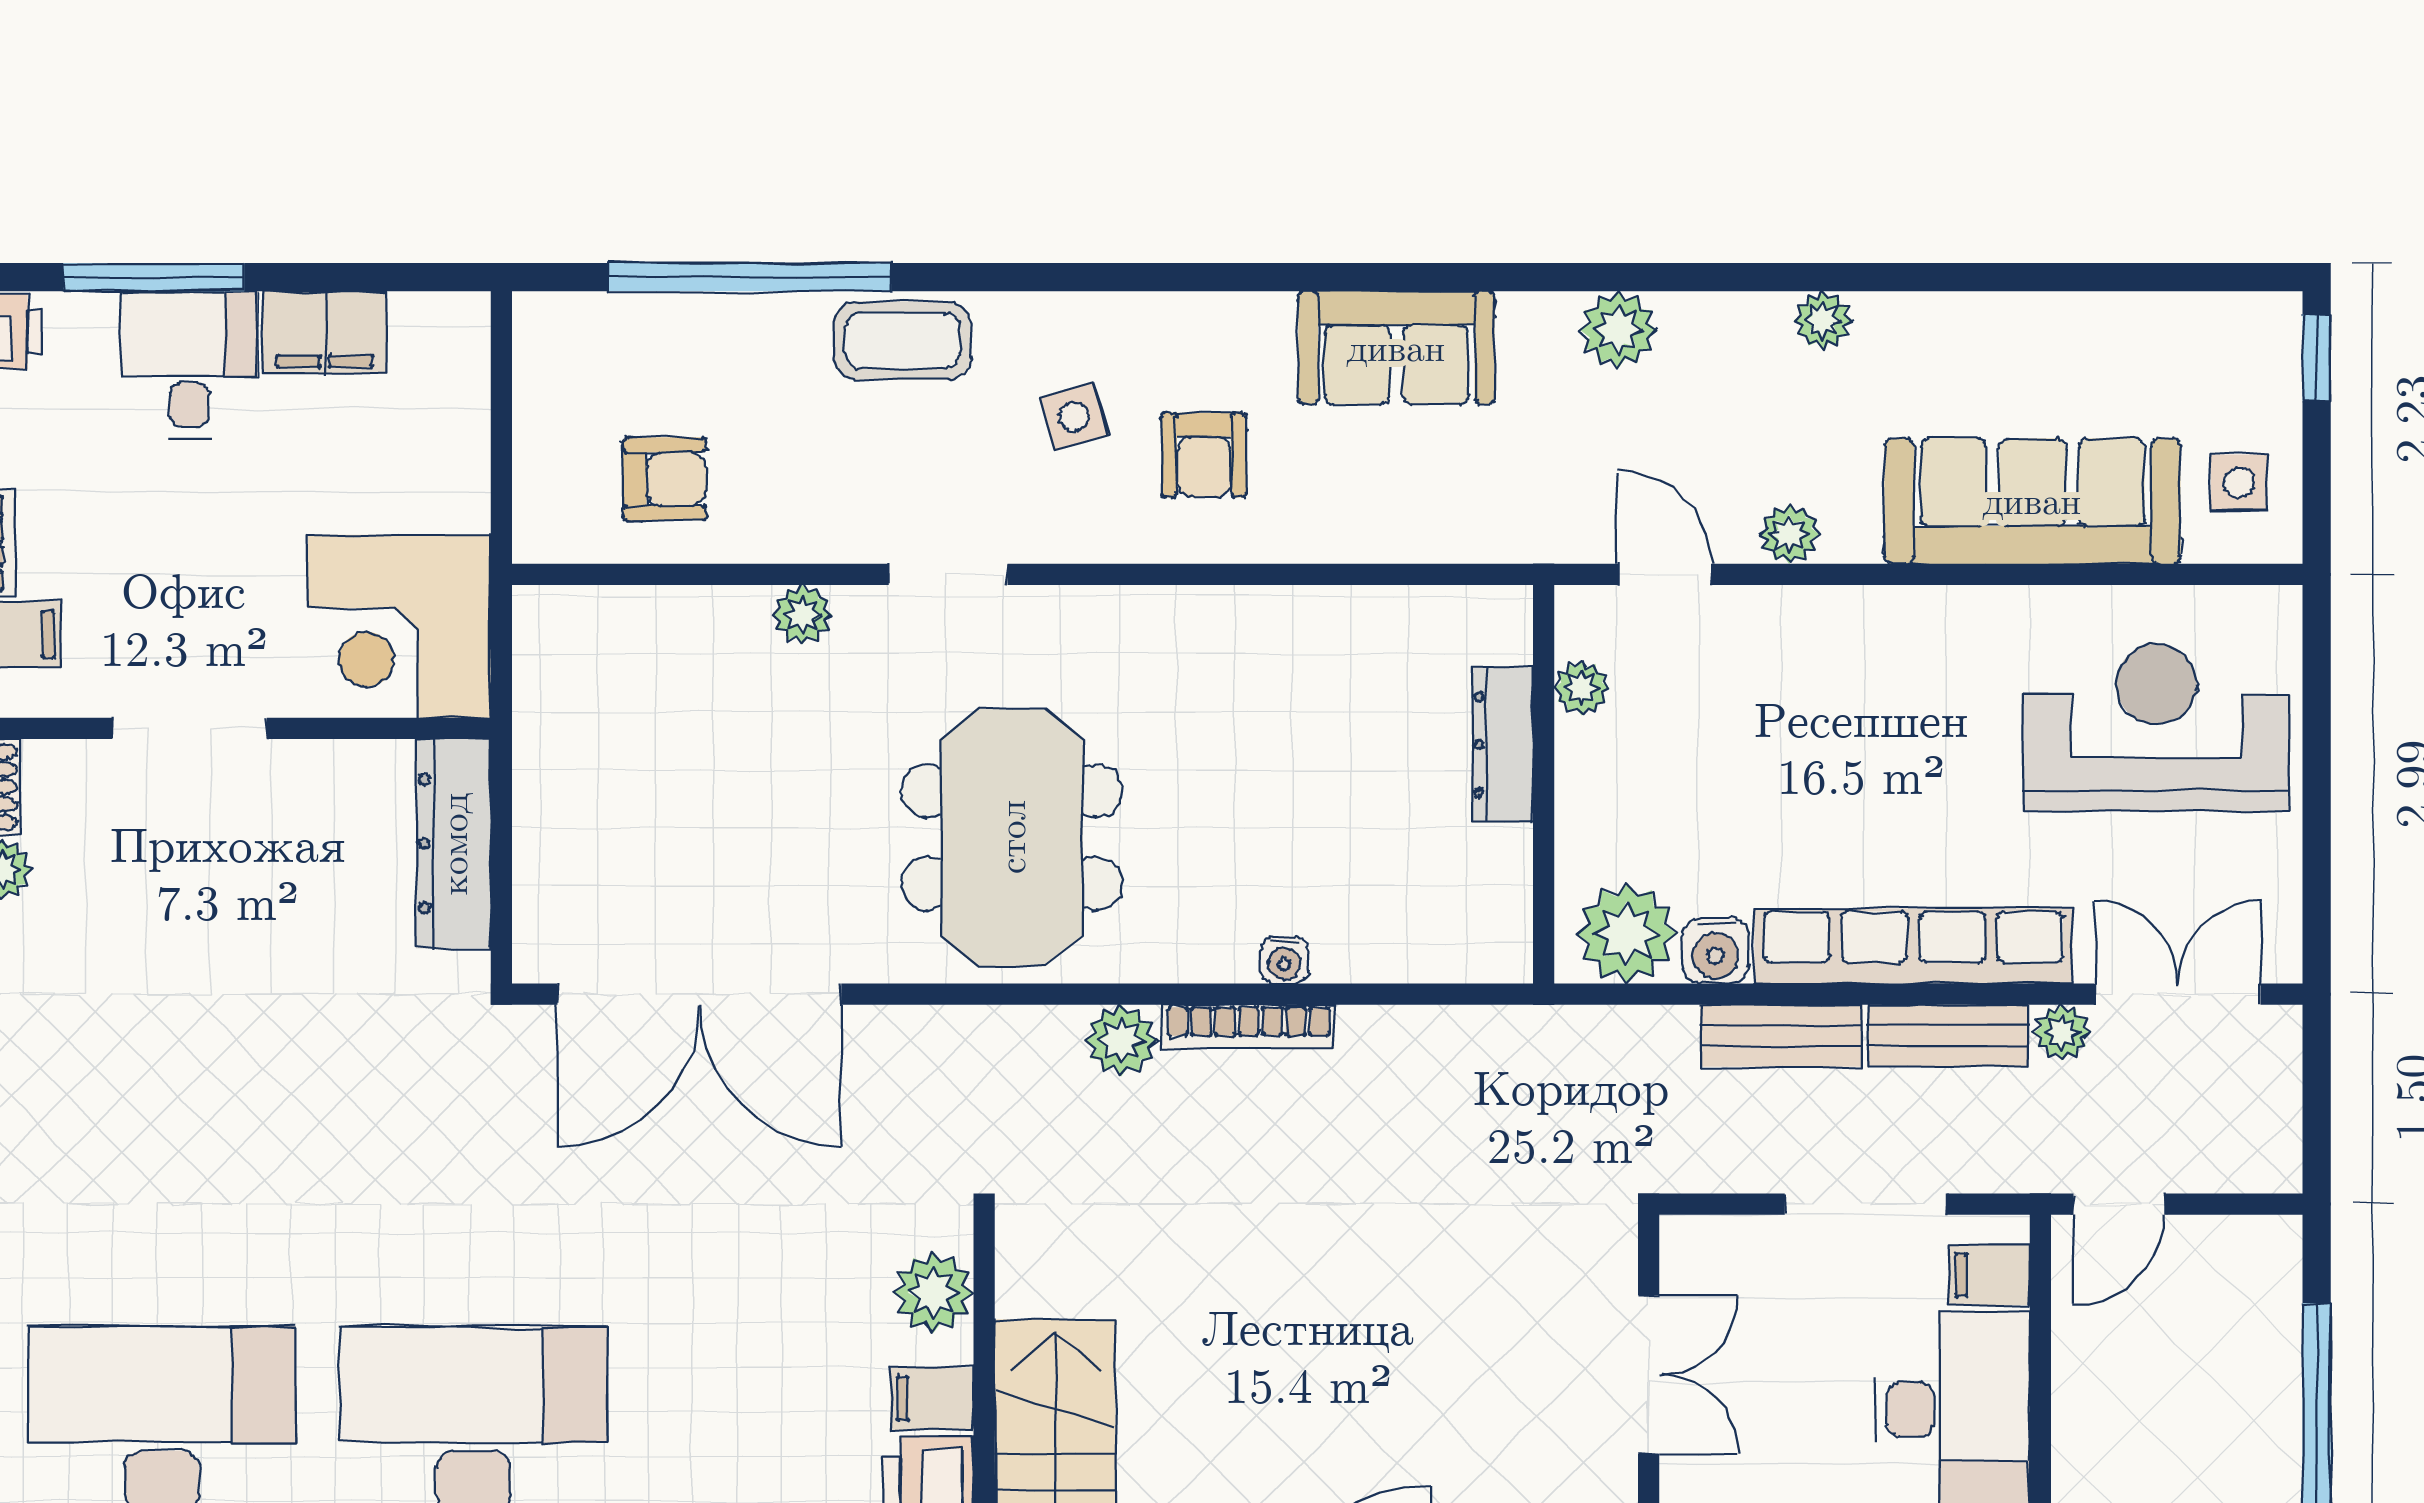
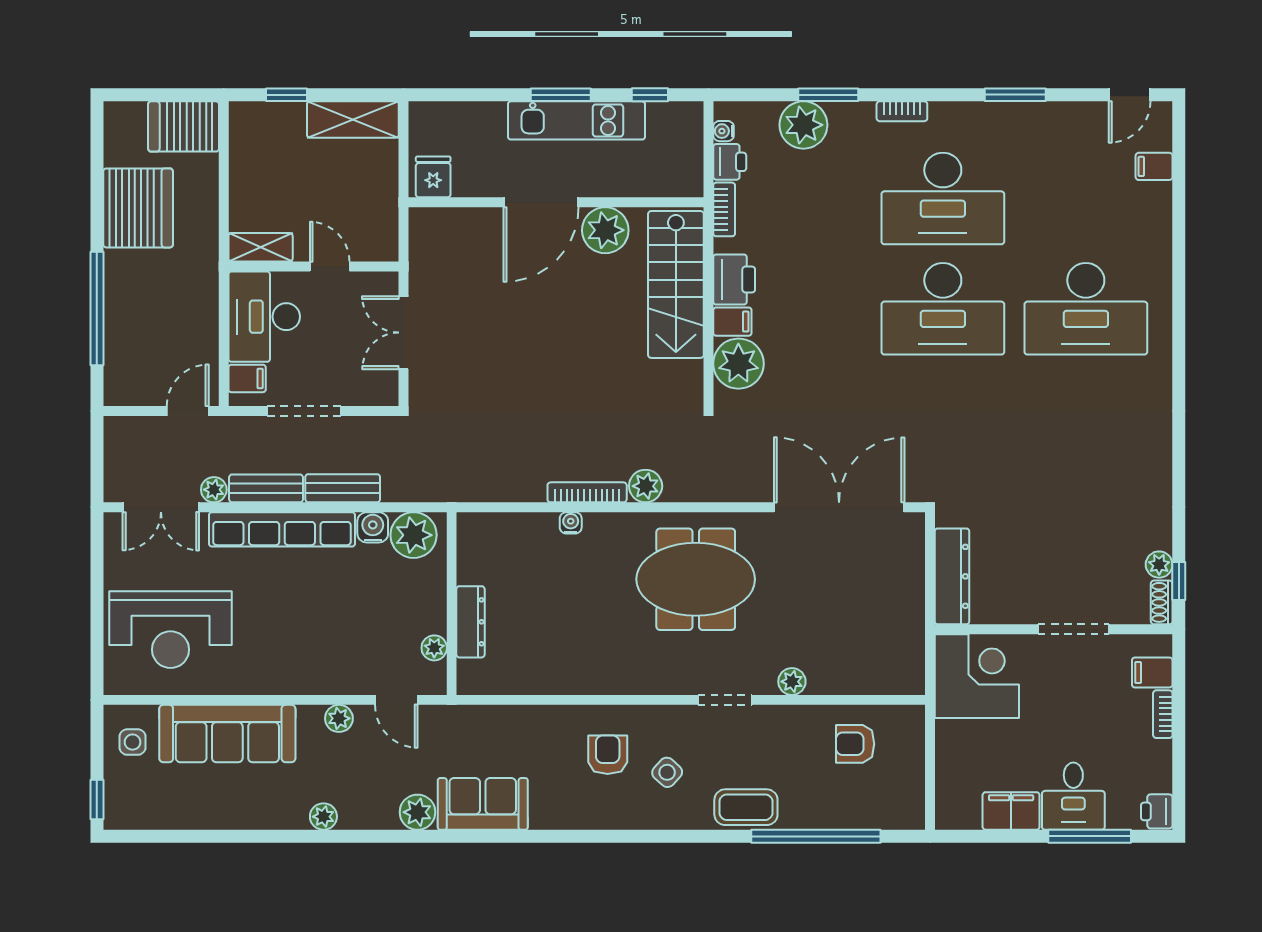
sofa: (1396, 348) -> (483, 804), moved
side table: (1074, 417) -> (667, 772), turned -32
meeting table: (1012, 837) -> (696, 579), turned 90
plant: (933, 1293) -> (738, 364), width x1.36, depth x1.36

